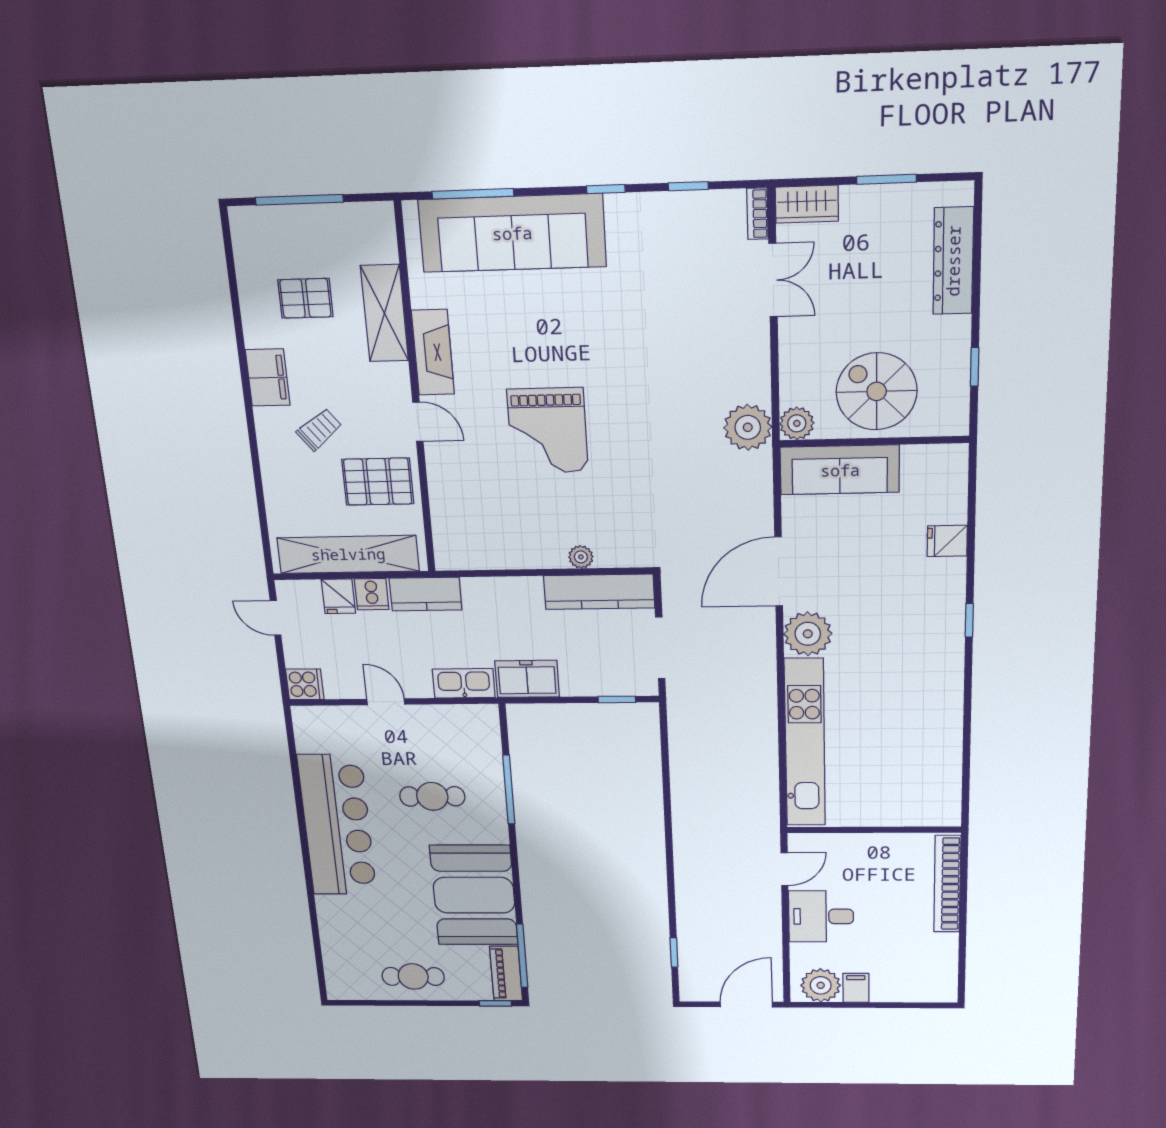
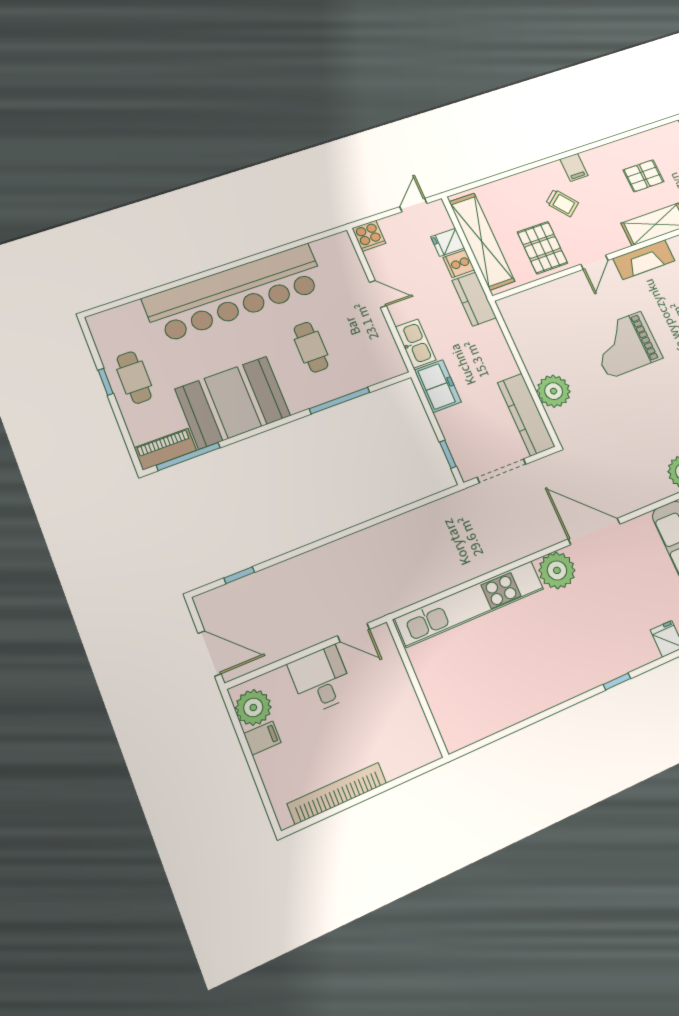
pallet: (305, 298) -> (643, 176), turned 90
filing cabinet: (268, 378) -> (574, 167), width x0.50
plant: (581, 557) -> (554, 391), width x1.87, depth x1.87
door: (386, 702) -> (378, 294), hinge flipped
bar counter: (337, 825) -> (235, 293), width x1.36
bookcase: (947, 884) -> (337, 793), moved
window: (495, 1003) -> (106, 382), moved

